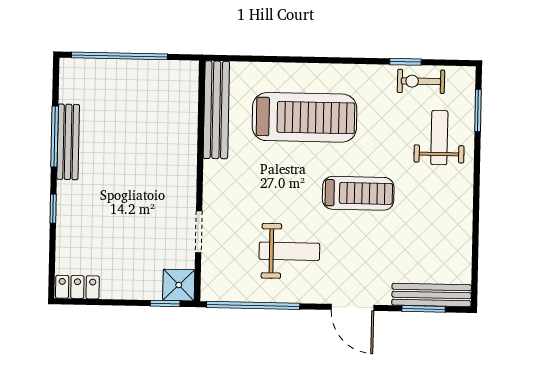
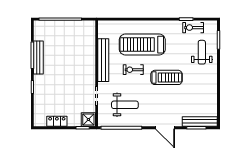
bench: (216, 110) -> (103, 60), moved
treadmill: (304, 117) -> (142, 45), turned 180
exercise bike: (283, 174) -> (133, 70), added
weight bench: (289, 251) -> (125, 105), moved
locker: (77, 287) -> (57, 121), moved

